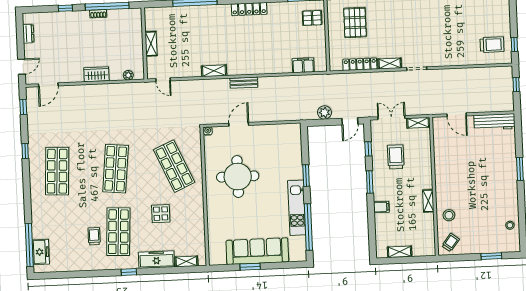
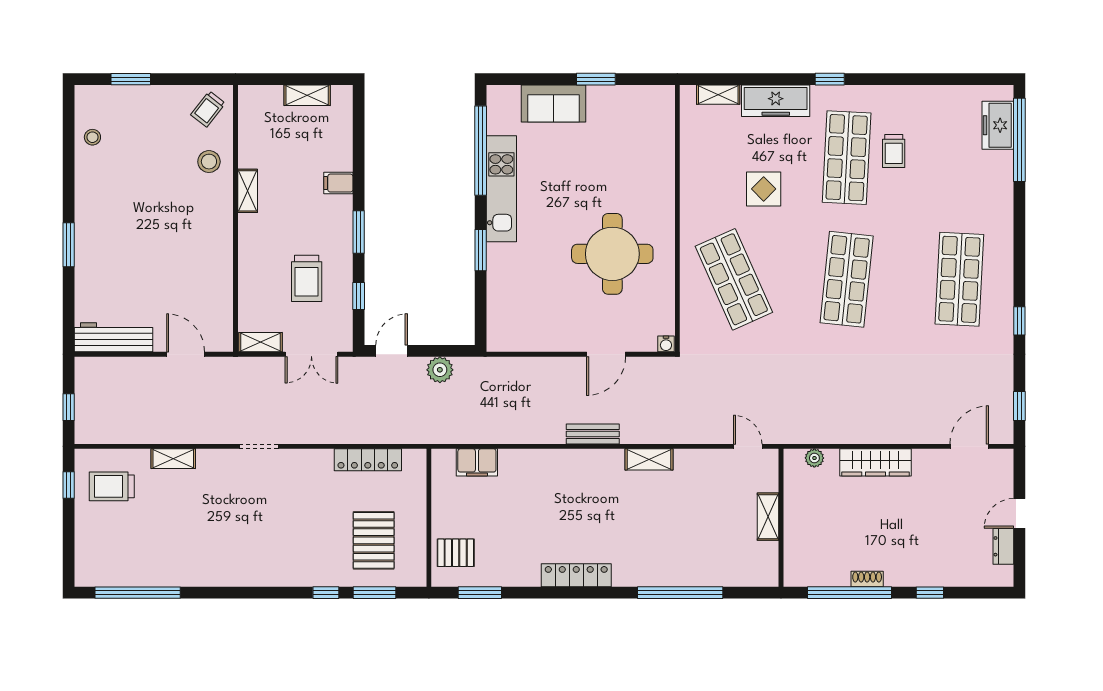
shelving: (390, 63) -> (173, 459), moved
door: (21, 67) -> (1019, 513), moved
wardrobe: (96, 74) -> (876, 462), width x1.50
sofa: (257, 251) -> (553, 104), width x0.54, depth x0.79

